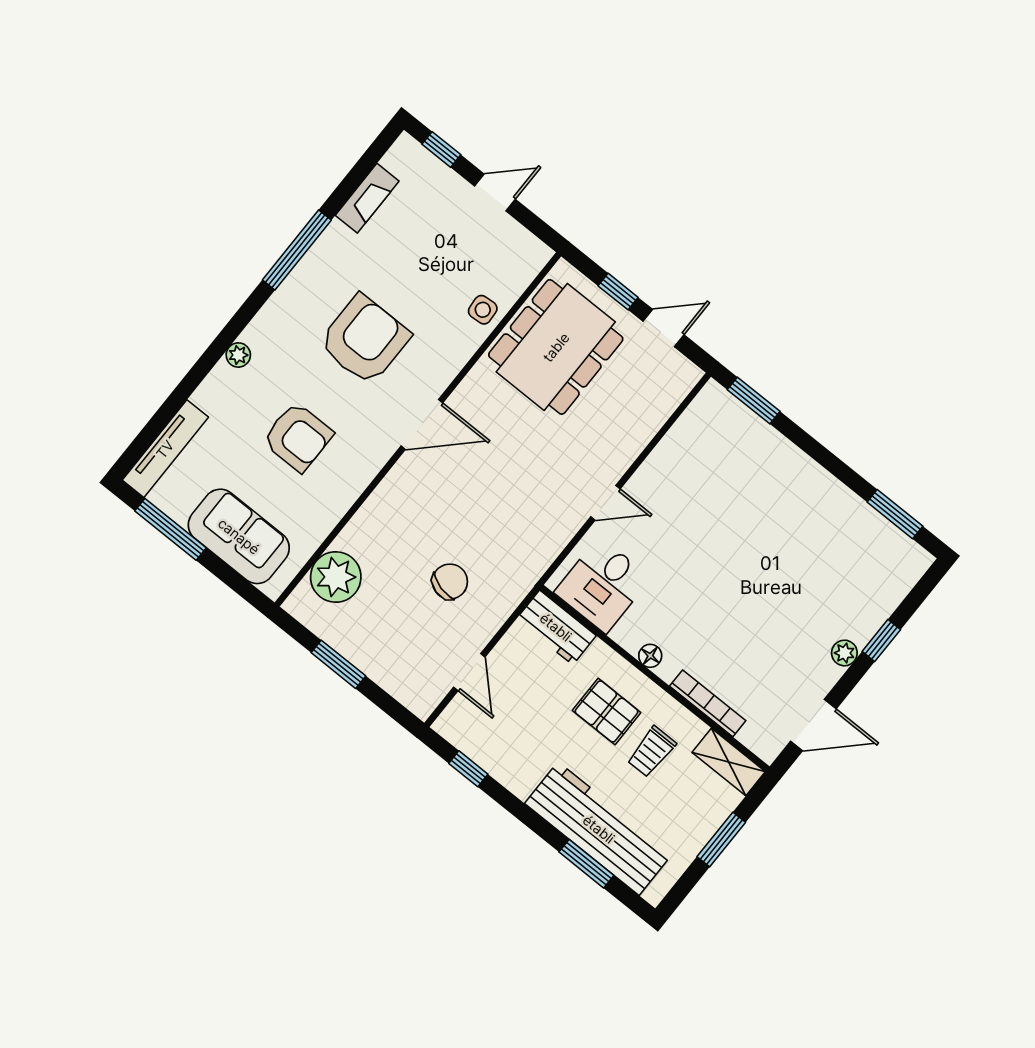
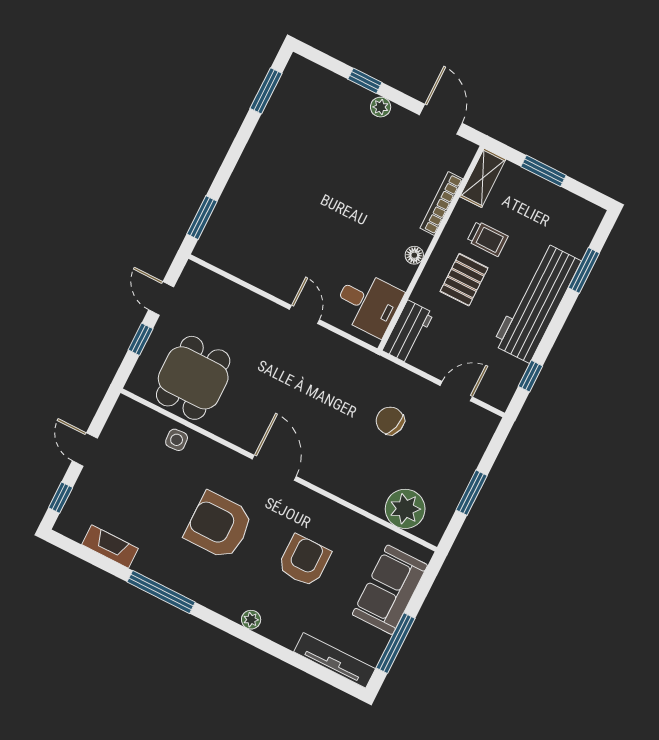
dining table: (556, 347) -> (193, 378), width x0.73
workbench: (599, 829) -> (537, 303), moved

